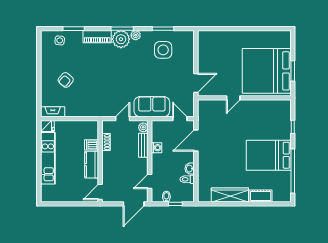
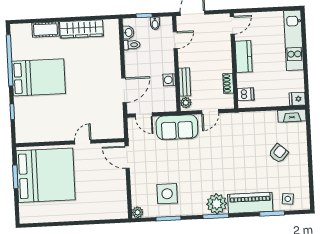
plant: (136, 35) -> (138, 212), moved
piano: (97, 37) -> (250, 203), width x1.37, depth x1.33
door: (196, 83) -> (127, 157), hinge flipped
dishwasher: (92, 145) -> (246, 94), moved
kitchen unit: (48, 158) -> (294, 40), moved
washbasin: (190, 169) -> (128, 32), moved

